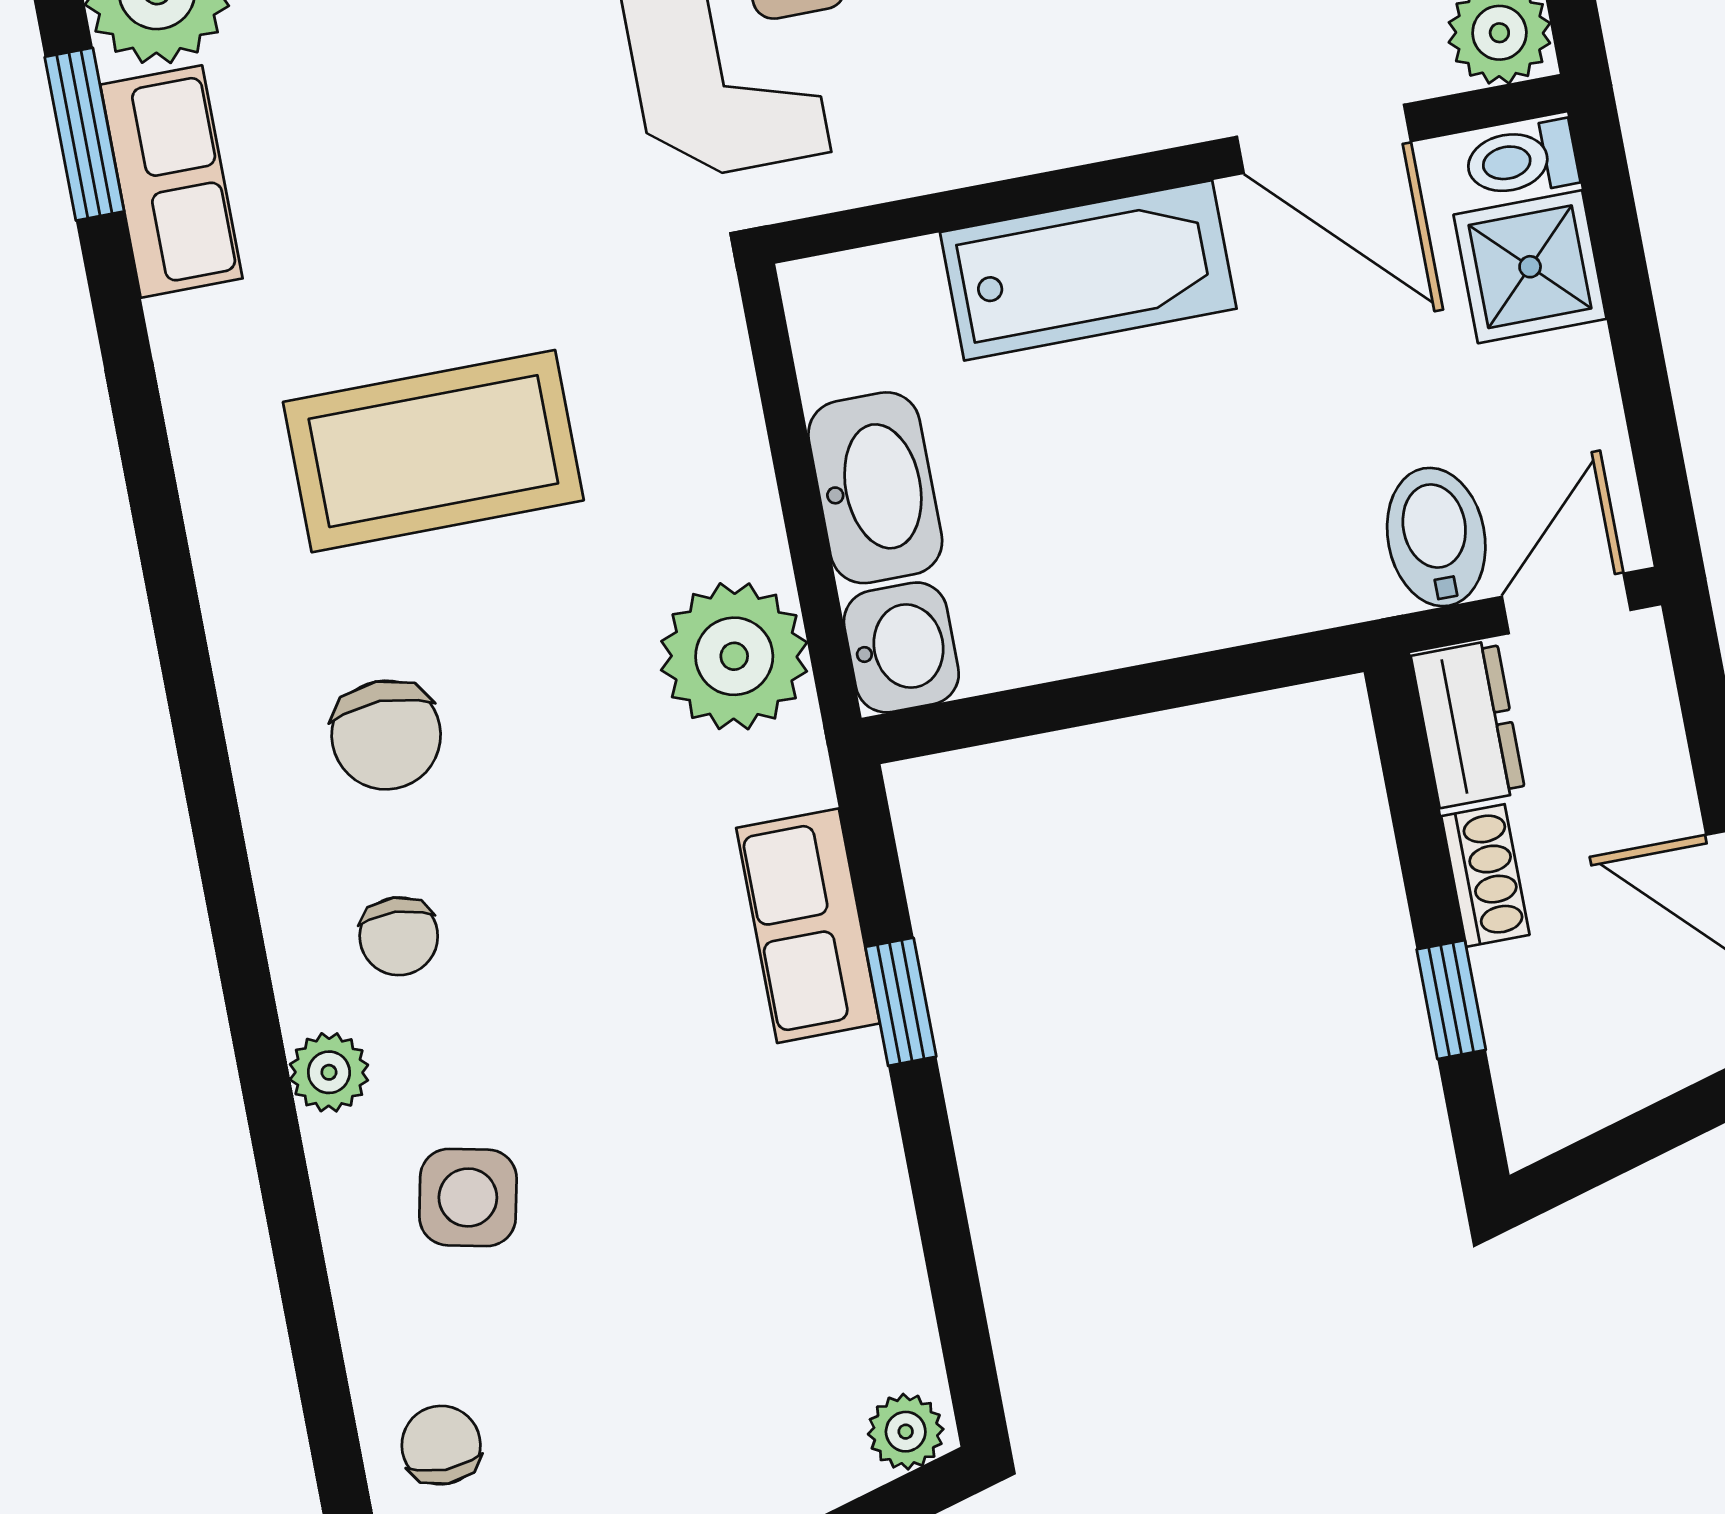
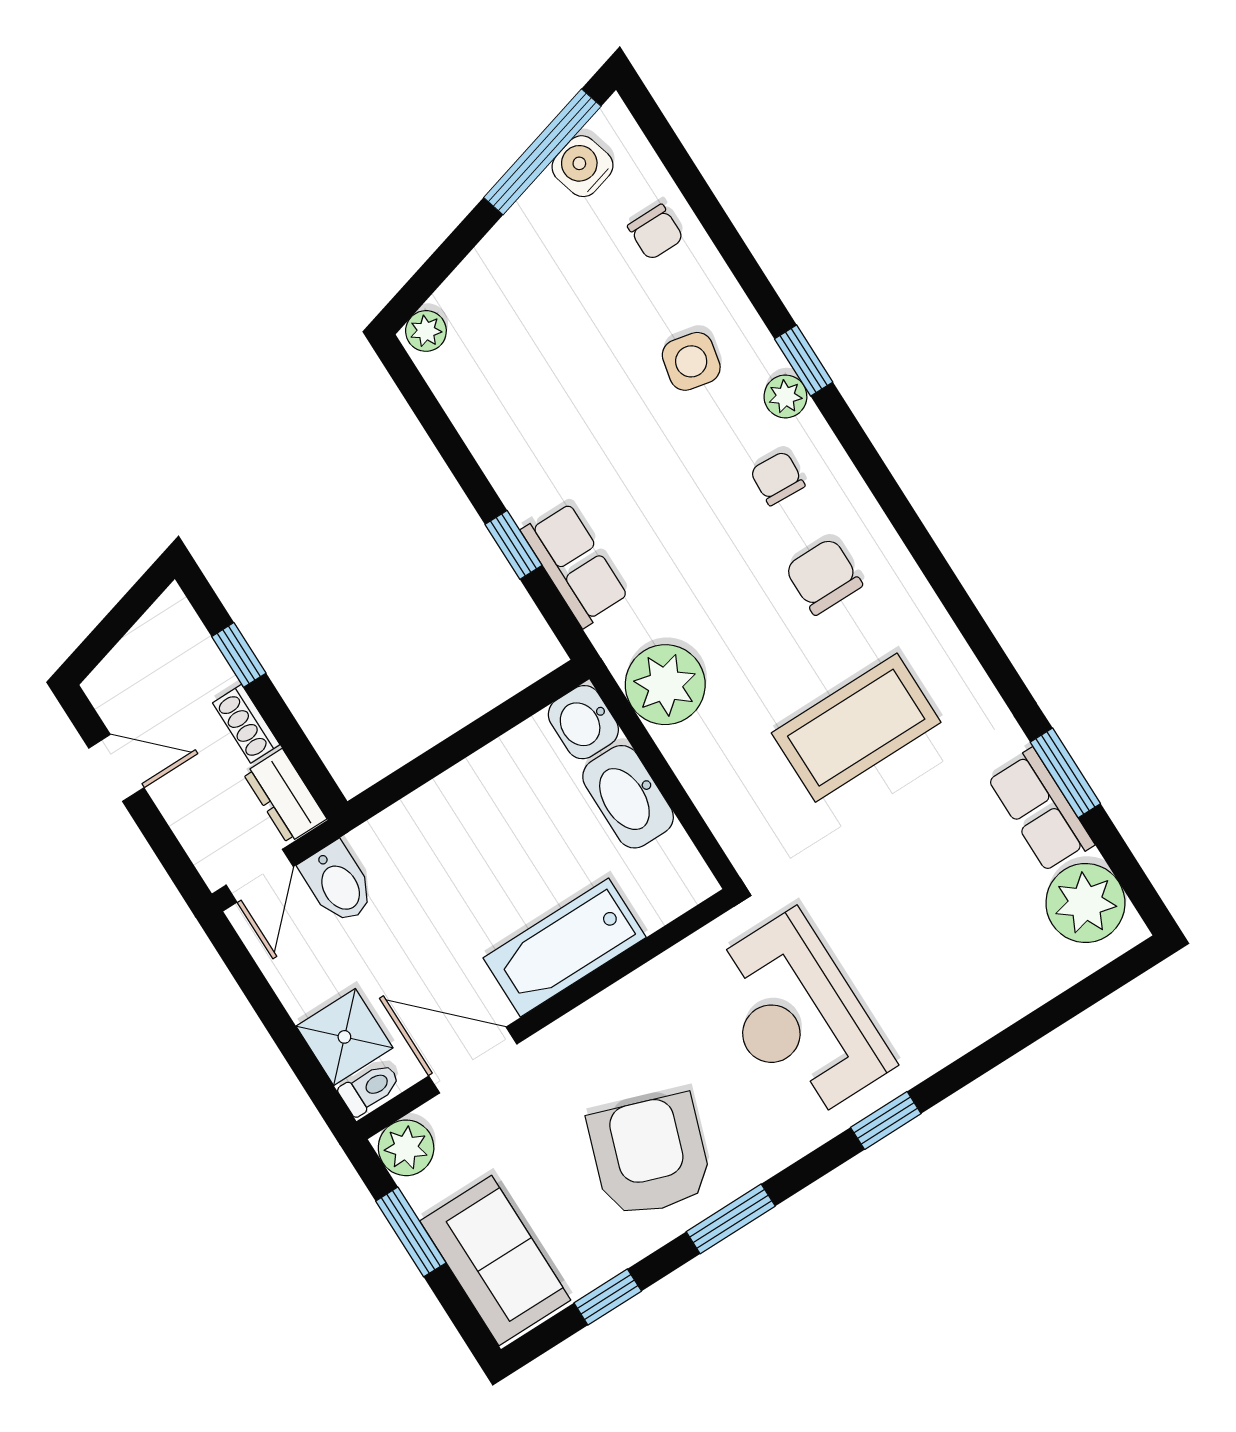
window: (84, 134) -> (1065, 773), moved
window: (273, 1122) -> (804, 361), added

